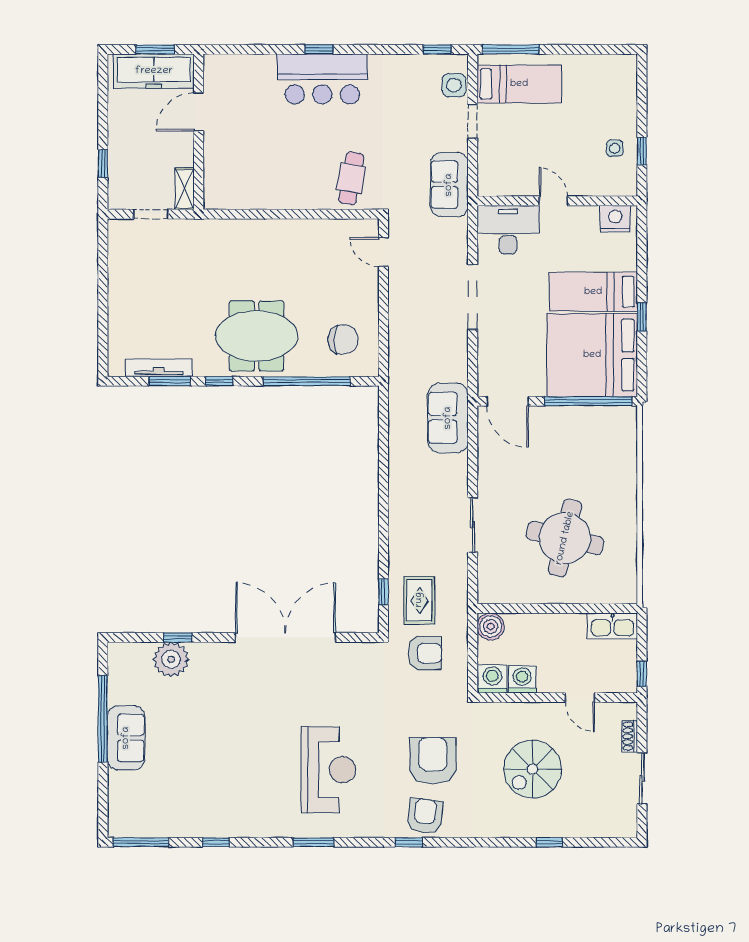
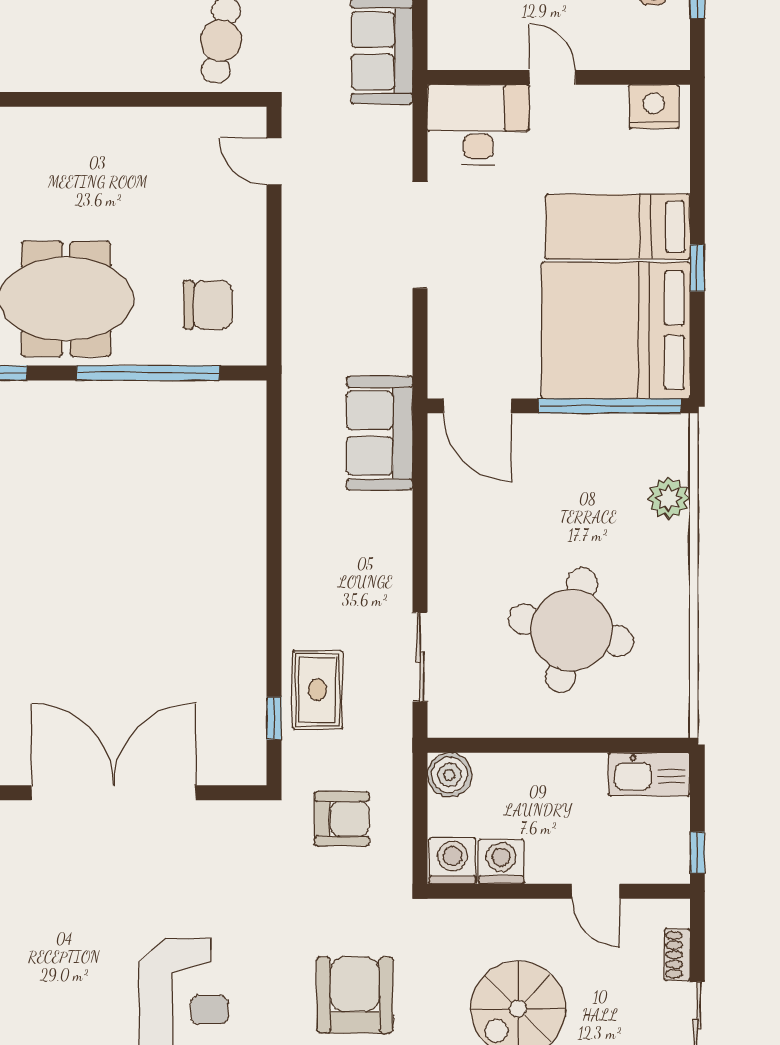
plant: (624, 458) -> (669, 498), added
sliding door: (473, 525) -> (420, 657), moved
rug: (419, 600) -> (318, 690), moved

